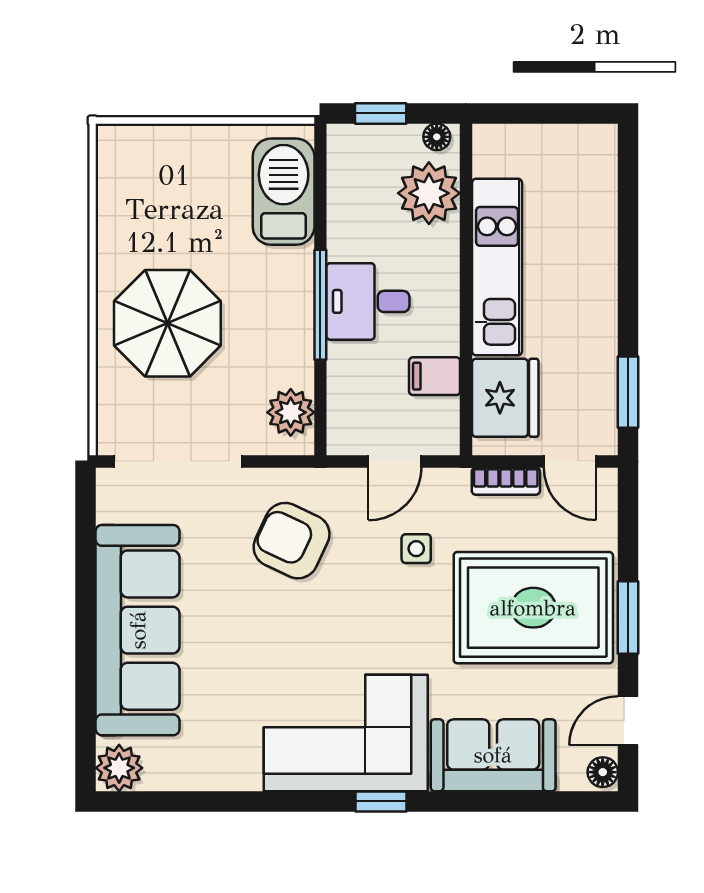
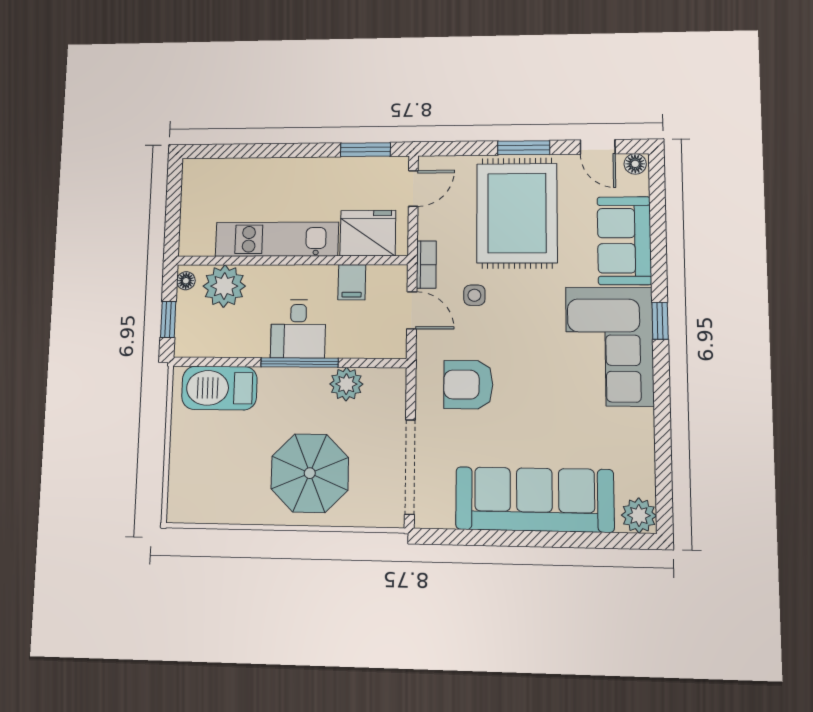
plant: (291, 412) -> (346, 384), moved
bookcase: (506, 481) -> (426, 265), moved
armchair: (292, 541) -> (468, 385), turned 65

